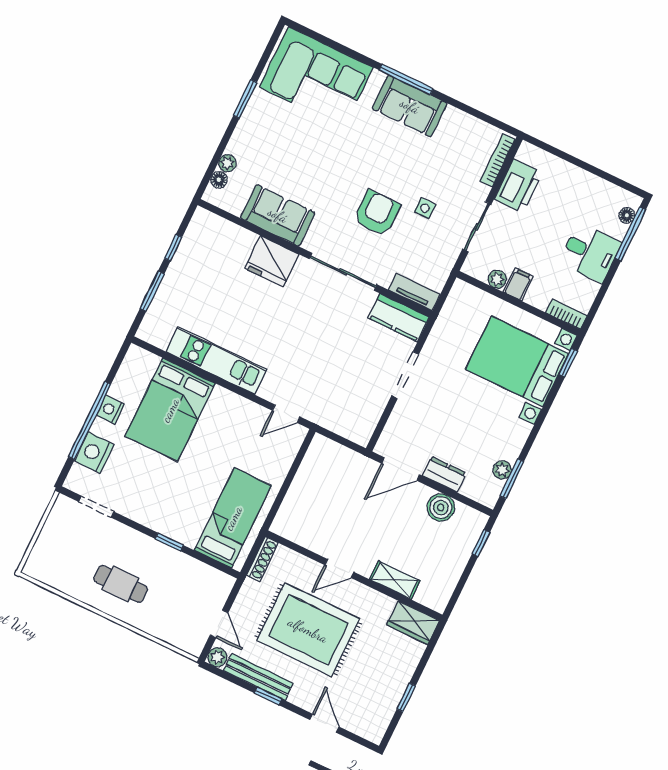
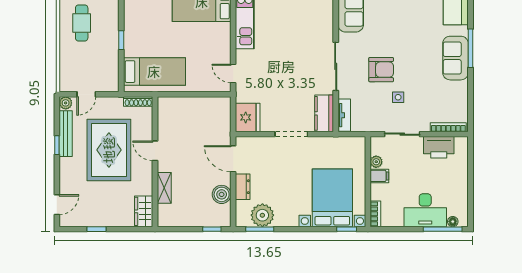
desk: (590, 253) -> (425, 210), width x1.37
fridge: (272, 261) -> (248, 117), moved, turned 180
plant: (502, 470) -> (262, 215), width x1.88, depth x1.88
door: (324, 723) -> (57, 205), moved

